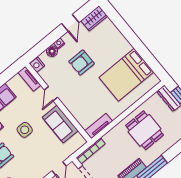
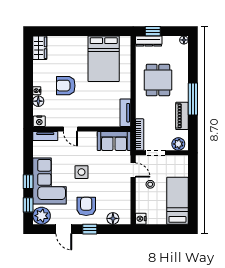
door: (70, 23) -> (28, 69), removed
armchair: (82, 63) -> (66, 86), turned 90
sofa: (60, 124) -> (114, 141), moved
dining table: (145, 130) -> (158, 80), turned 90

